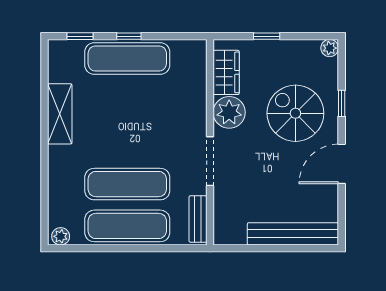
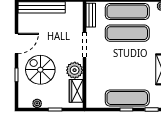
plant: (330, 48) -> (37, 103), moved
spiral stairs: (295, 113) -> (40, 70), turned 180

